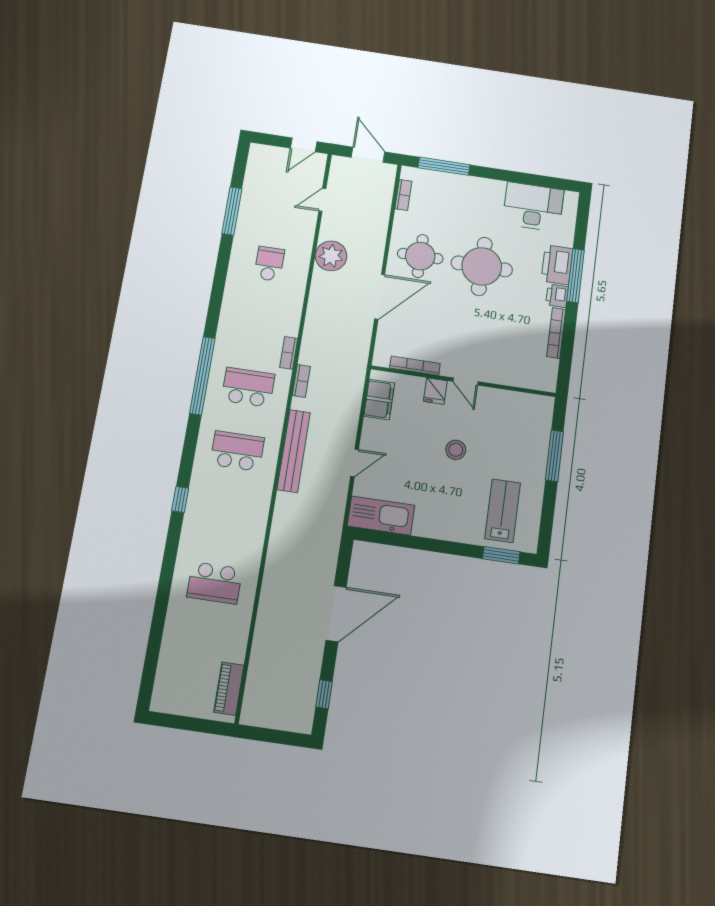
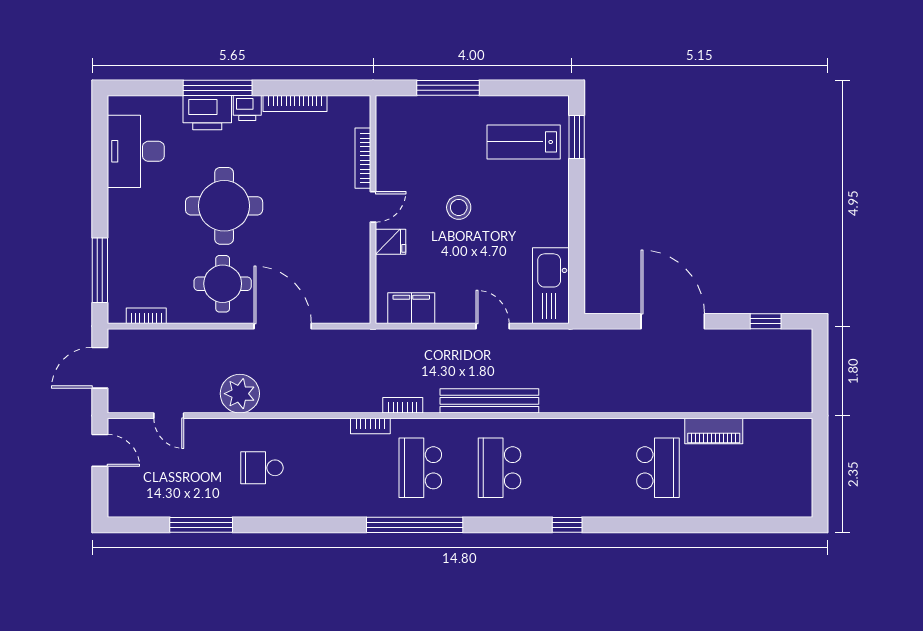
bookcase: (415, 366) -> (363, 158), moved
piano: (229, 689) -> (714, 431), moved

